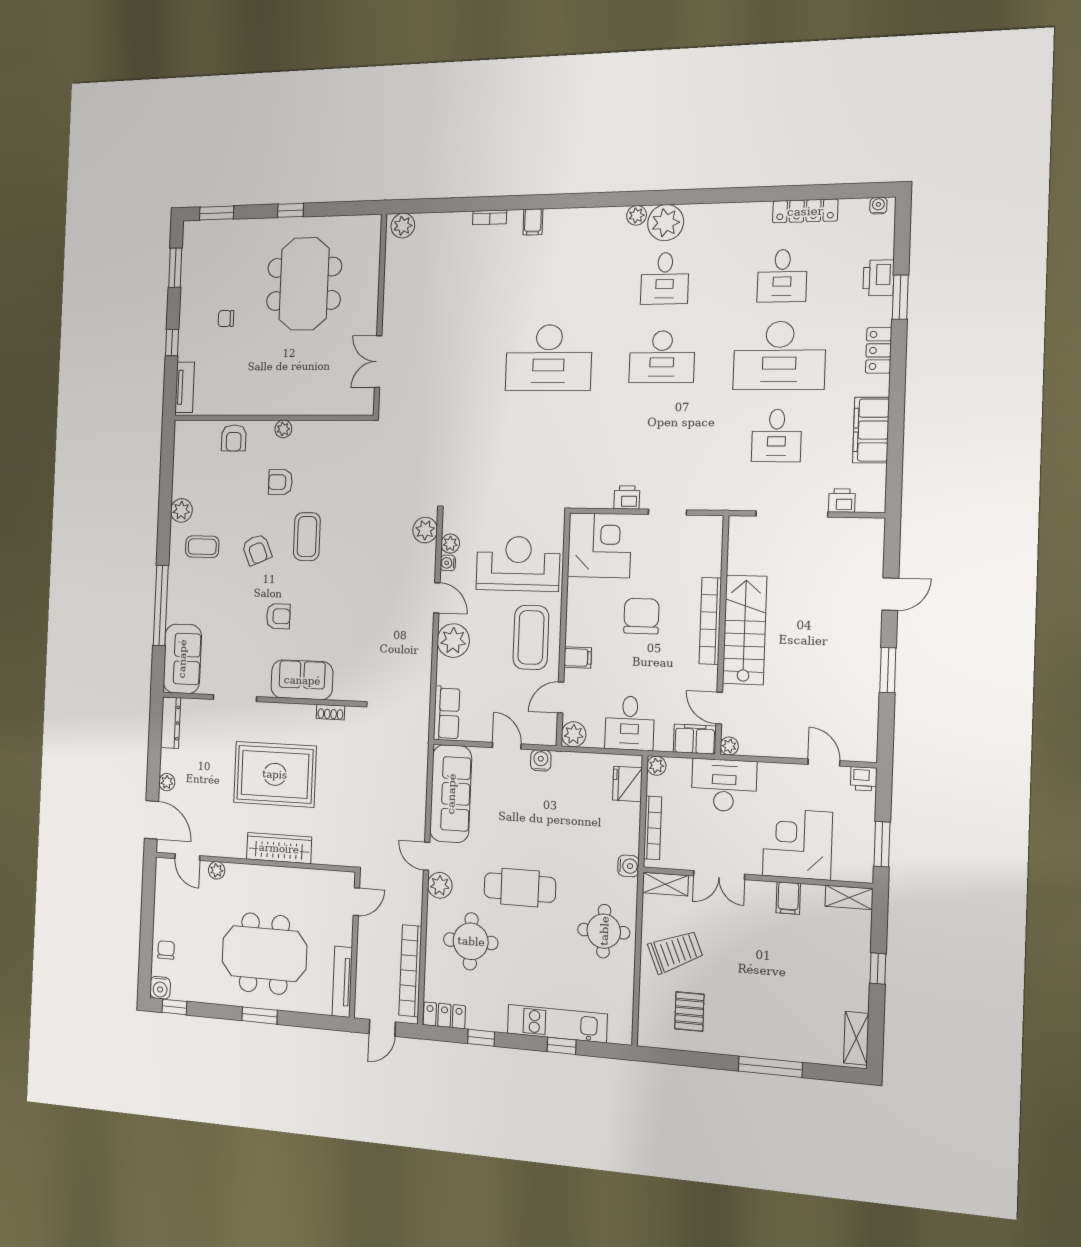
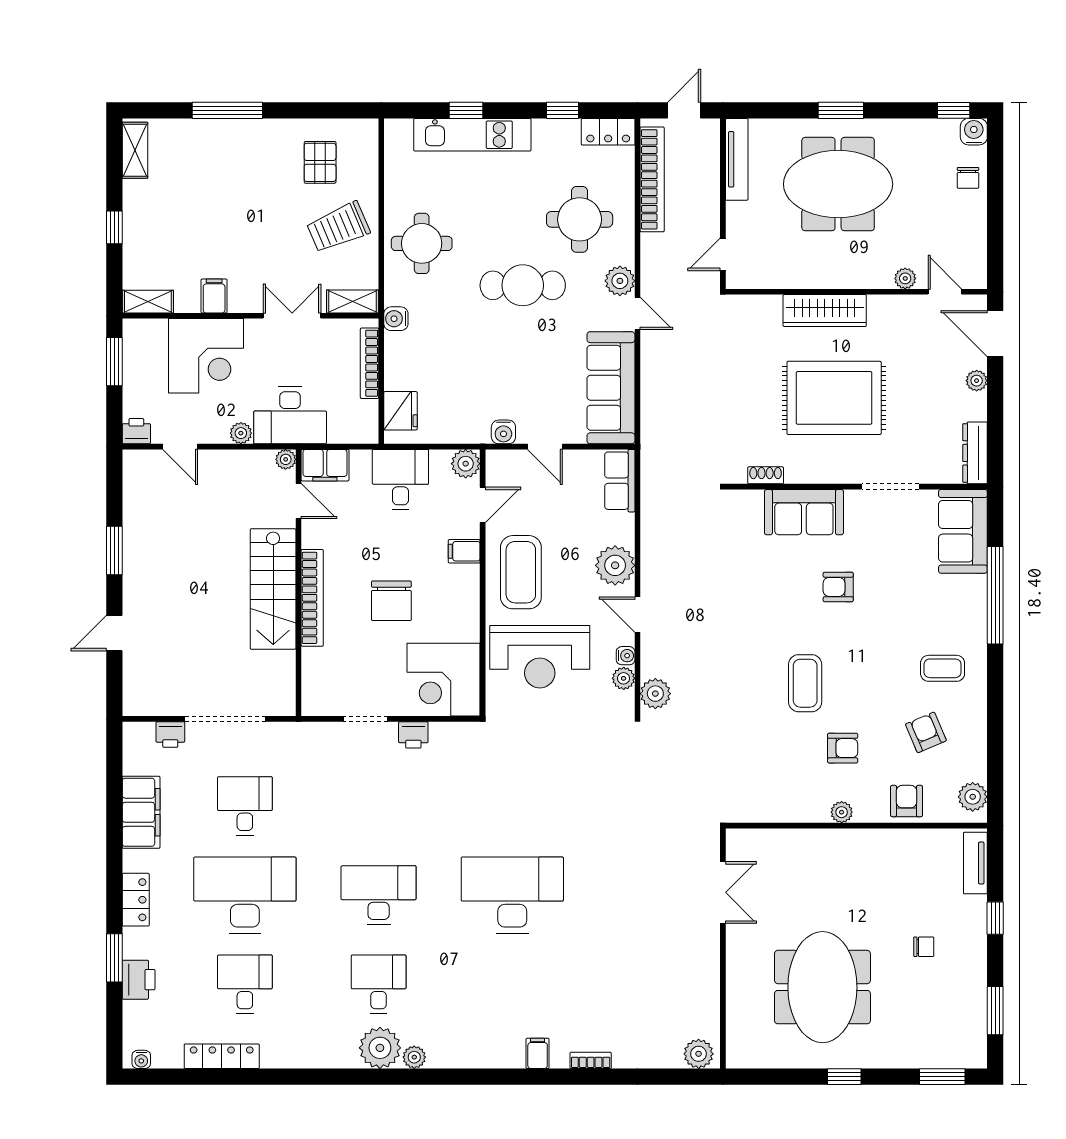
plant: (181, 510) -> (973, 797), moved
armchair: (257, 550) -> (926, 732), moved
plant: (656, 766) -> (241, 433), moved

